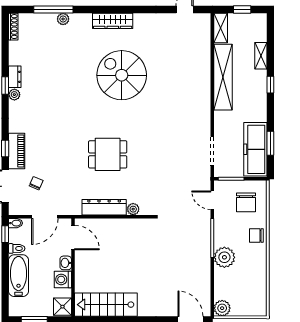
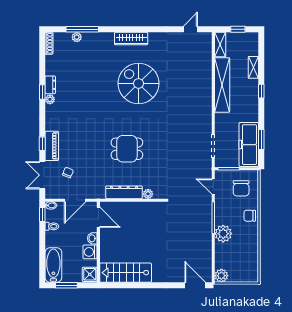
plant: (63, 19) -> (77, 37), moved
bathtub: (19, 276) -> (53, 265), moved

